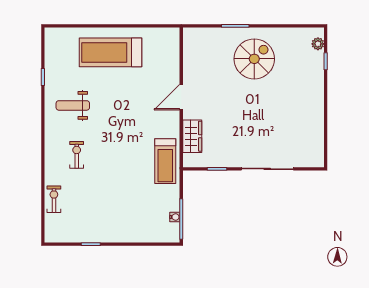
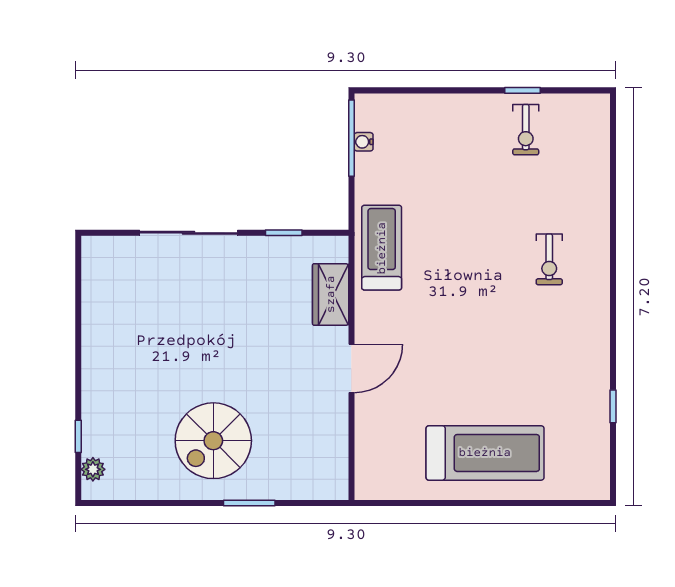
weight bench: (73, 105) -> (556, 353), removed
exercise bike: (54, 199) -> (526, 130), moved

